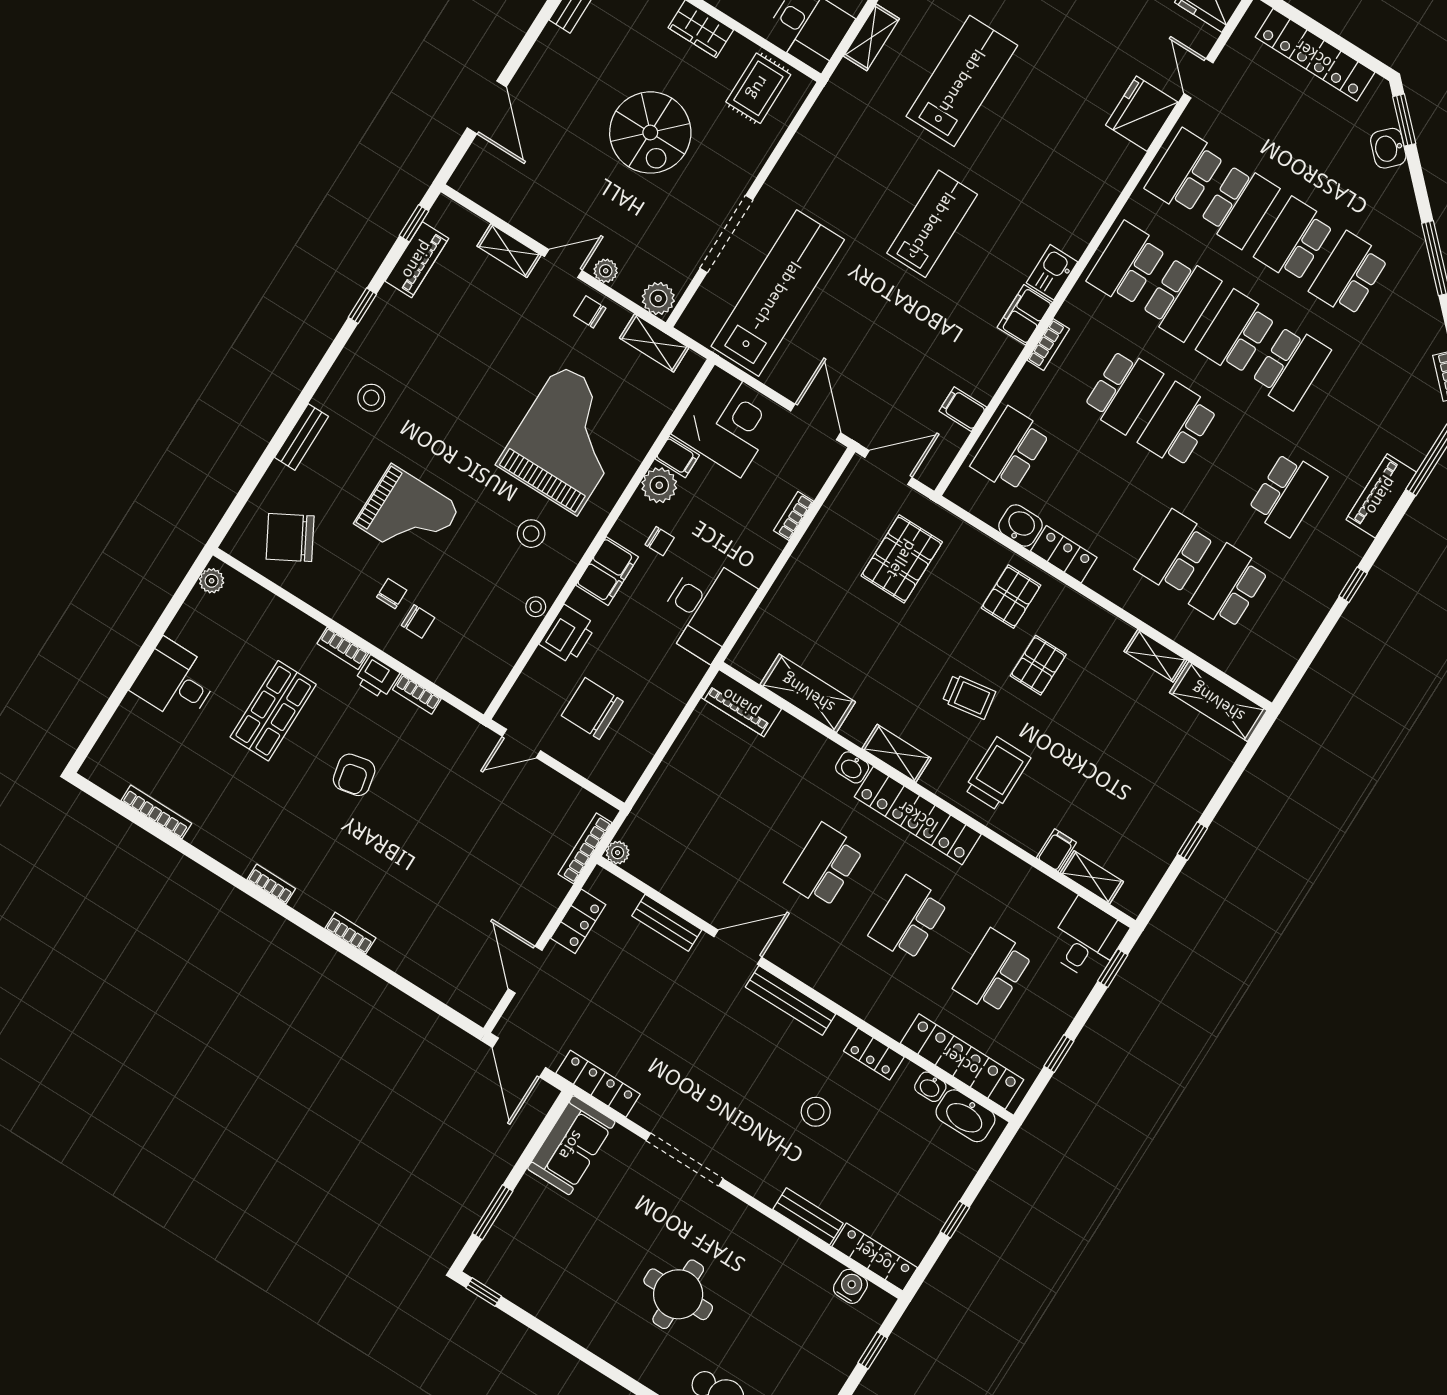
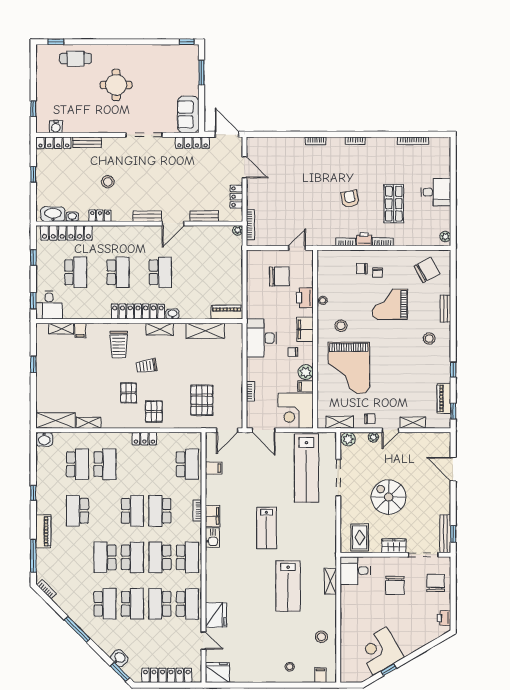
washbasin: (1020, 525) -> (44, 439), moved
bench: (791, 1000) -> (147, 216), width x0.73

